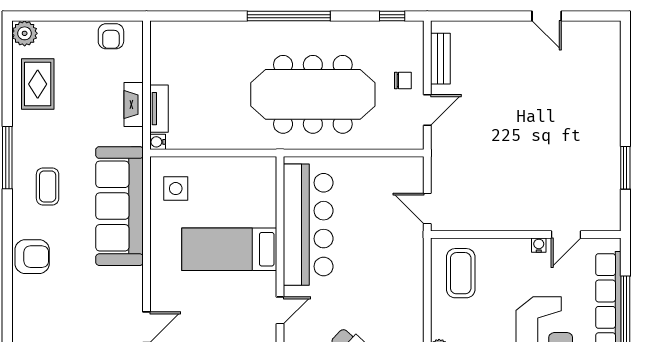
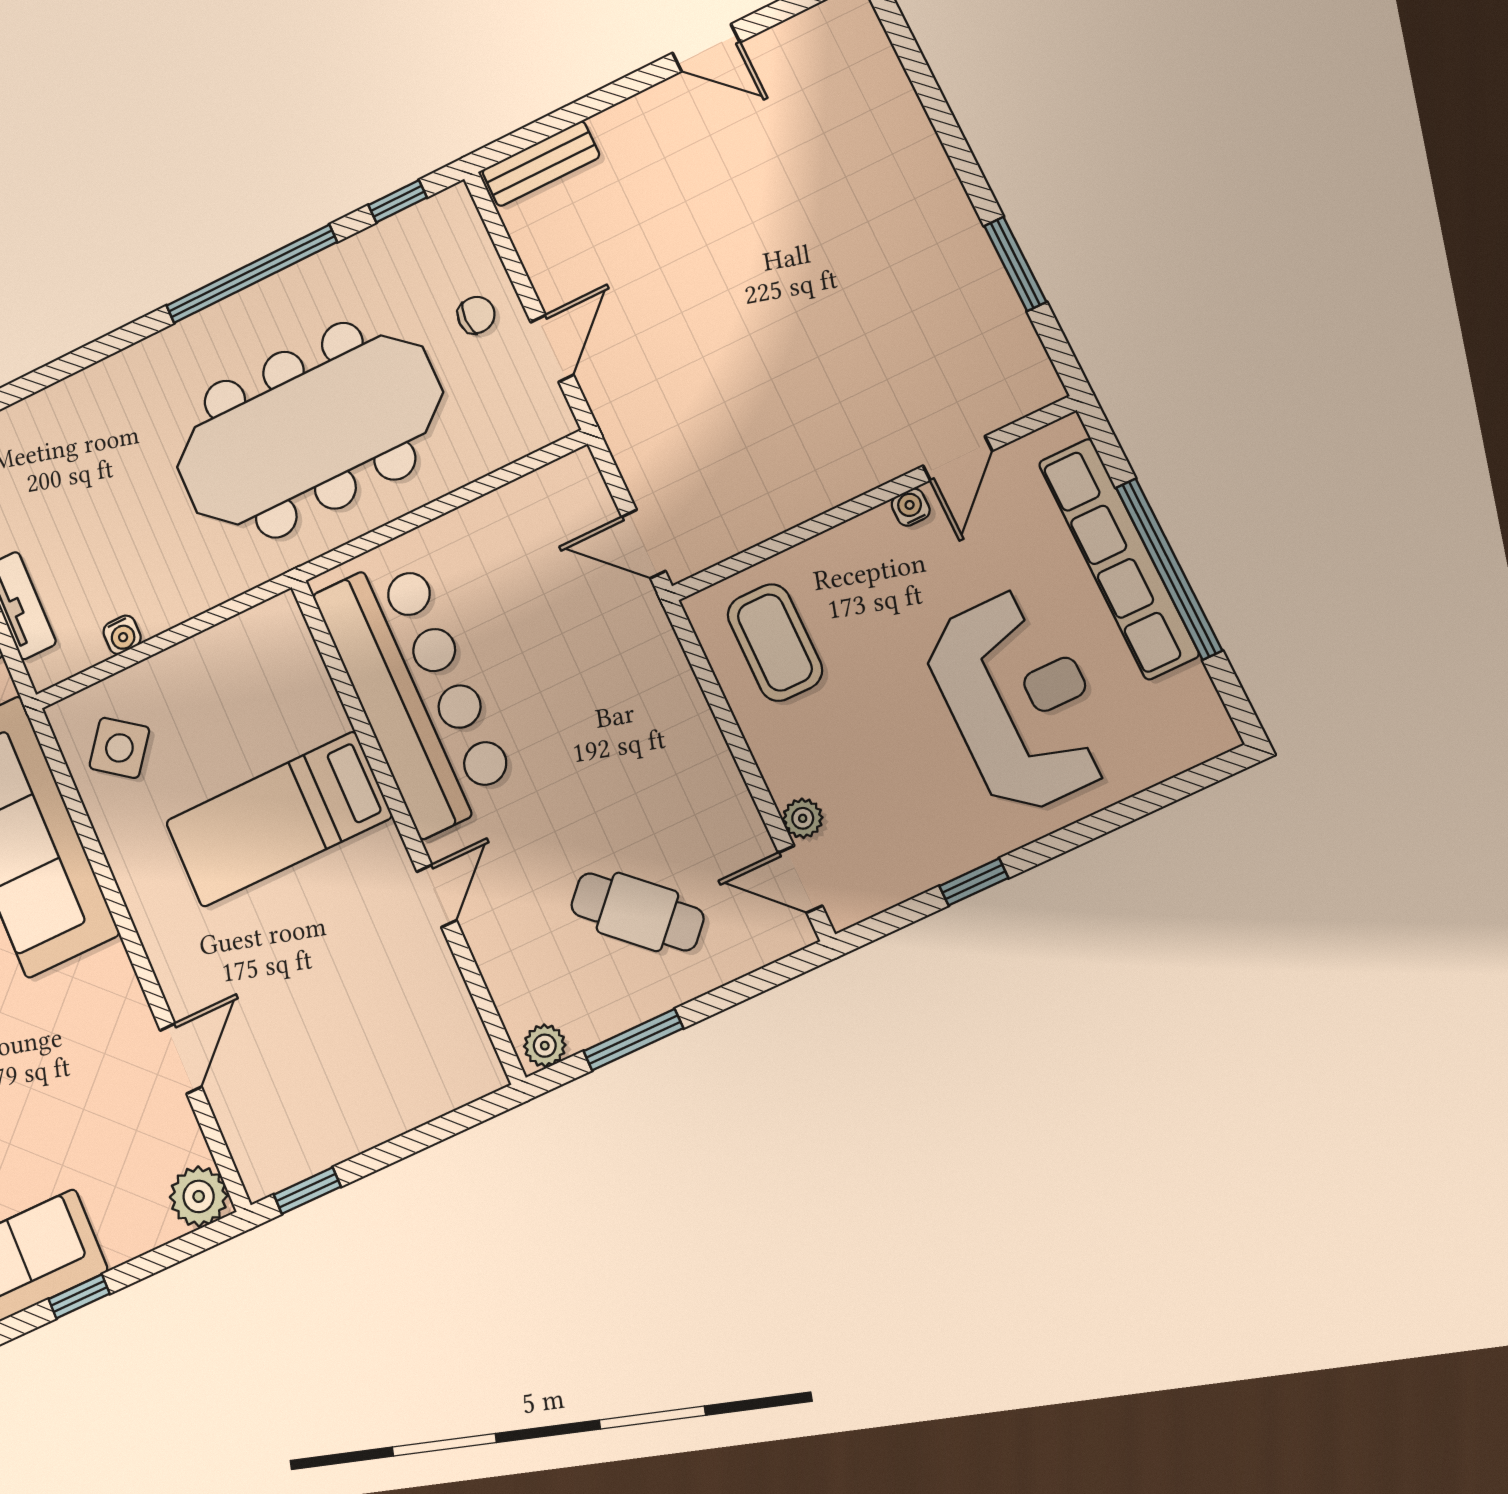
window: (289, 16) -> (252, 274), moved
bench: (440, 59) -> (541, 164), moved, turned 90
water cooler: (158, 142) -> (122, 635), moved, turned -90
side table: (176, 189) -> (119, 748), turned 37

